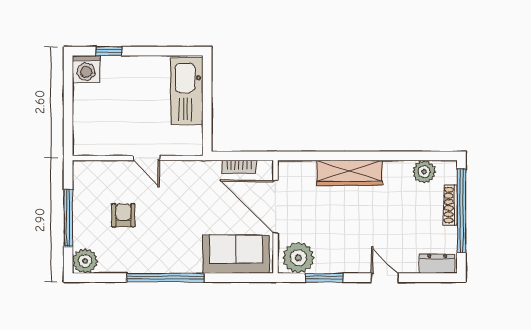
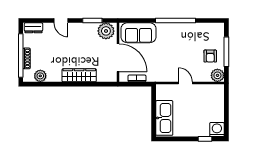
armchair: (123, 215) -> (210, 56), moved
plant: (85, 261) -> (217, 75), moved

